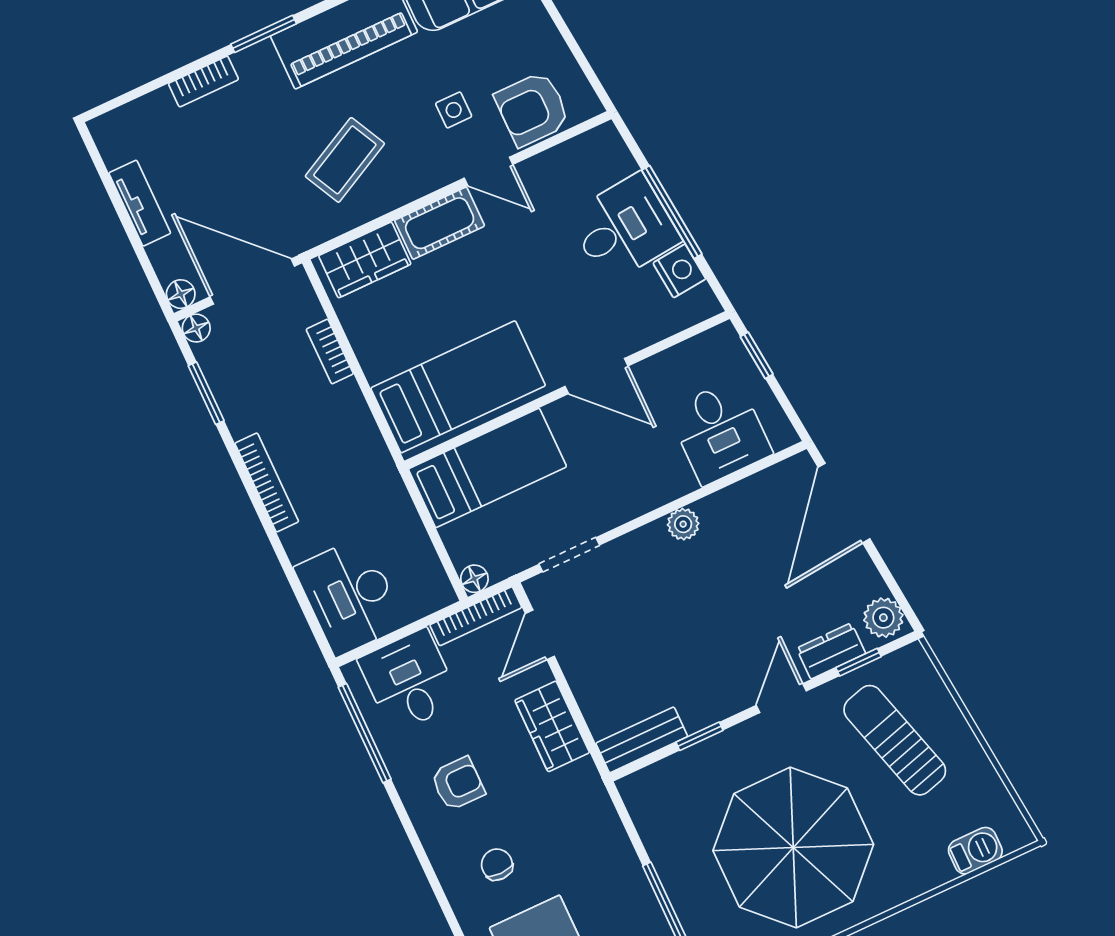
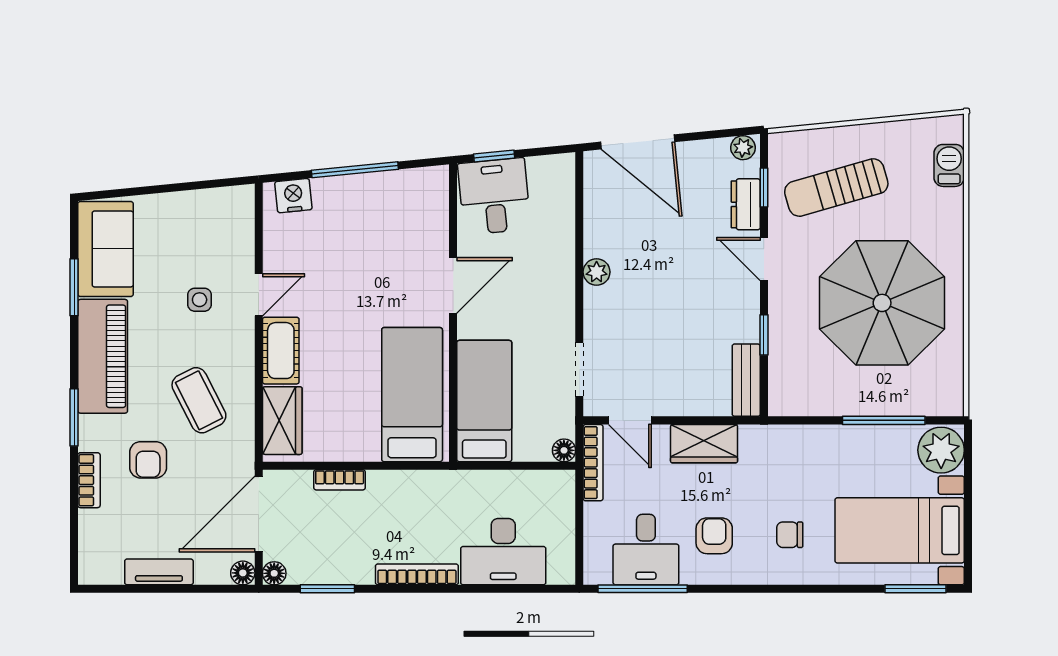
armchair: (532, 109) -> (148, 460), moved, width x0.72, depth x0.72
desk: (624, 228) -> (350, 212), removed
nightstand: (679, 271) -> (293, 196), moved
desk: (720, 432) -> (494, 196), moved, turned -96
desk: (350, 596) -> (503, 552), moved
plant: (883, 618) -> (743, 148), width x0.73, depth x0.73
desk: (409, 681) -> (646, 550), moved, turned -90

